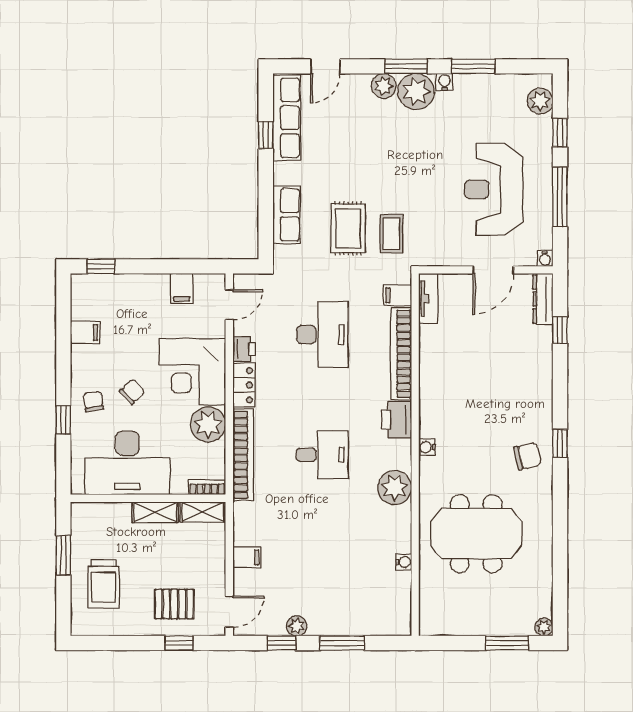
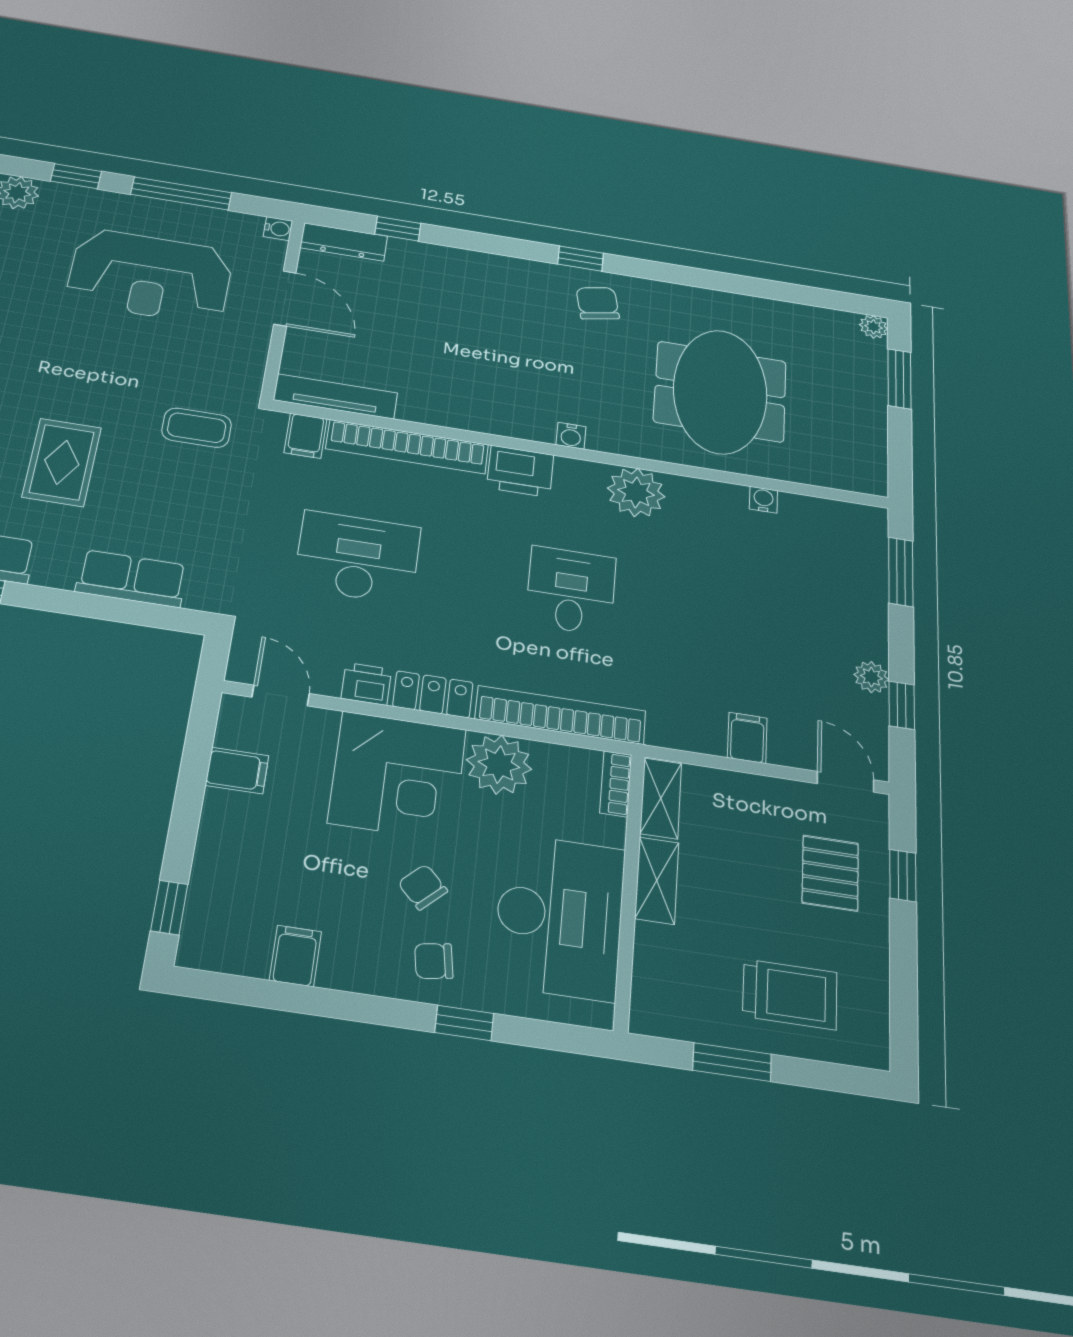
rug: (348, 228) -> (62, 462), moved, turned 90
tv unit: (428, 298) -> (336, 396), width x1.41
window: (342, 643) -> (901, 572), moved

